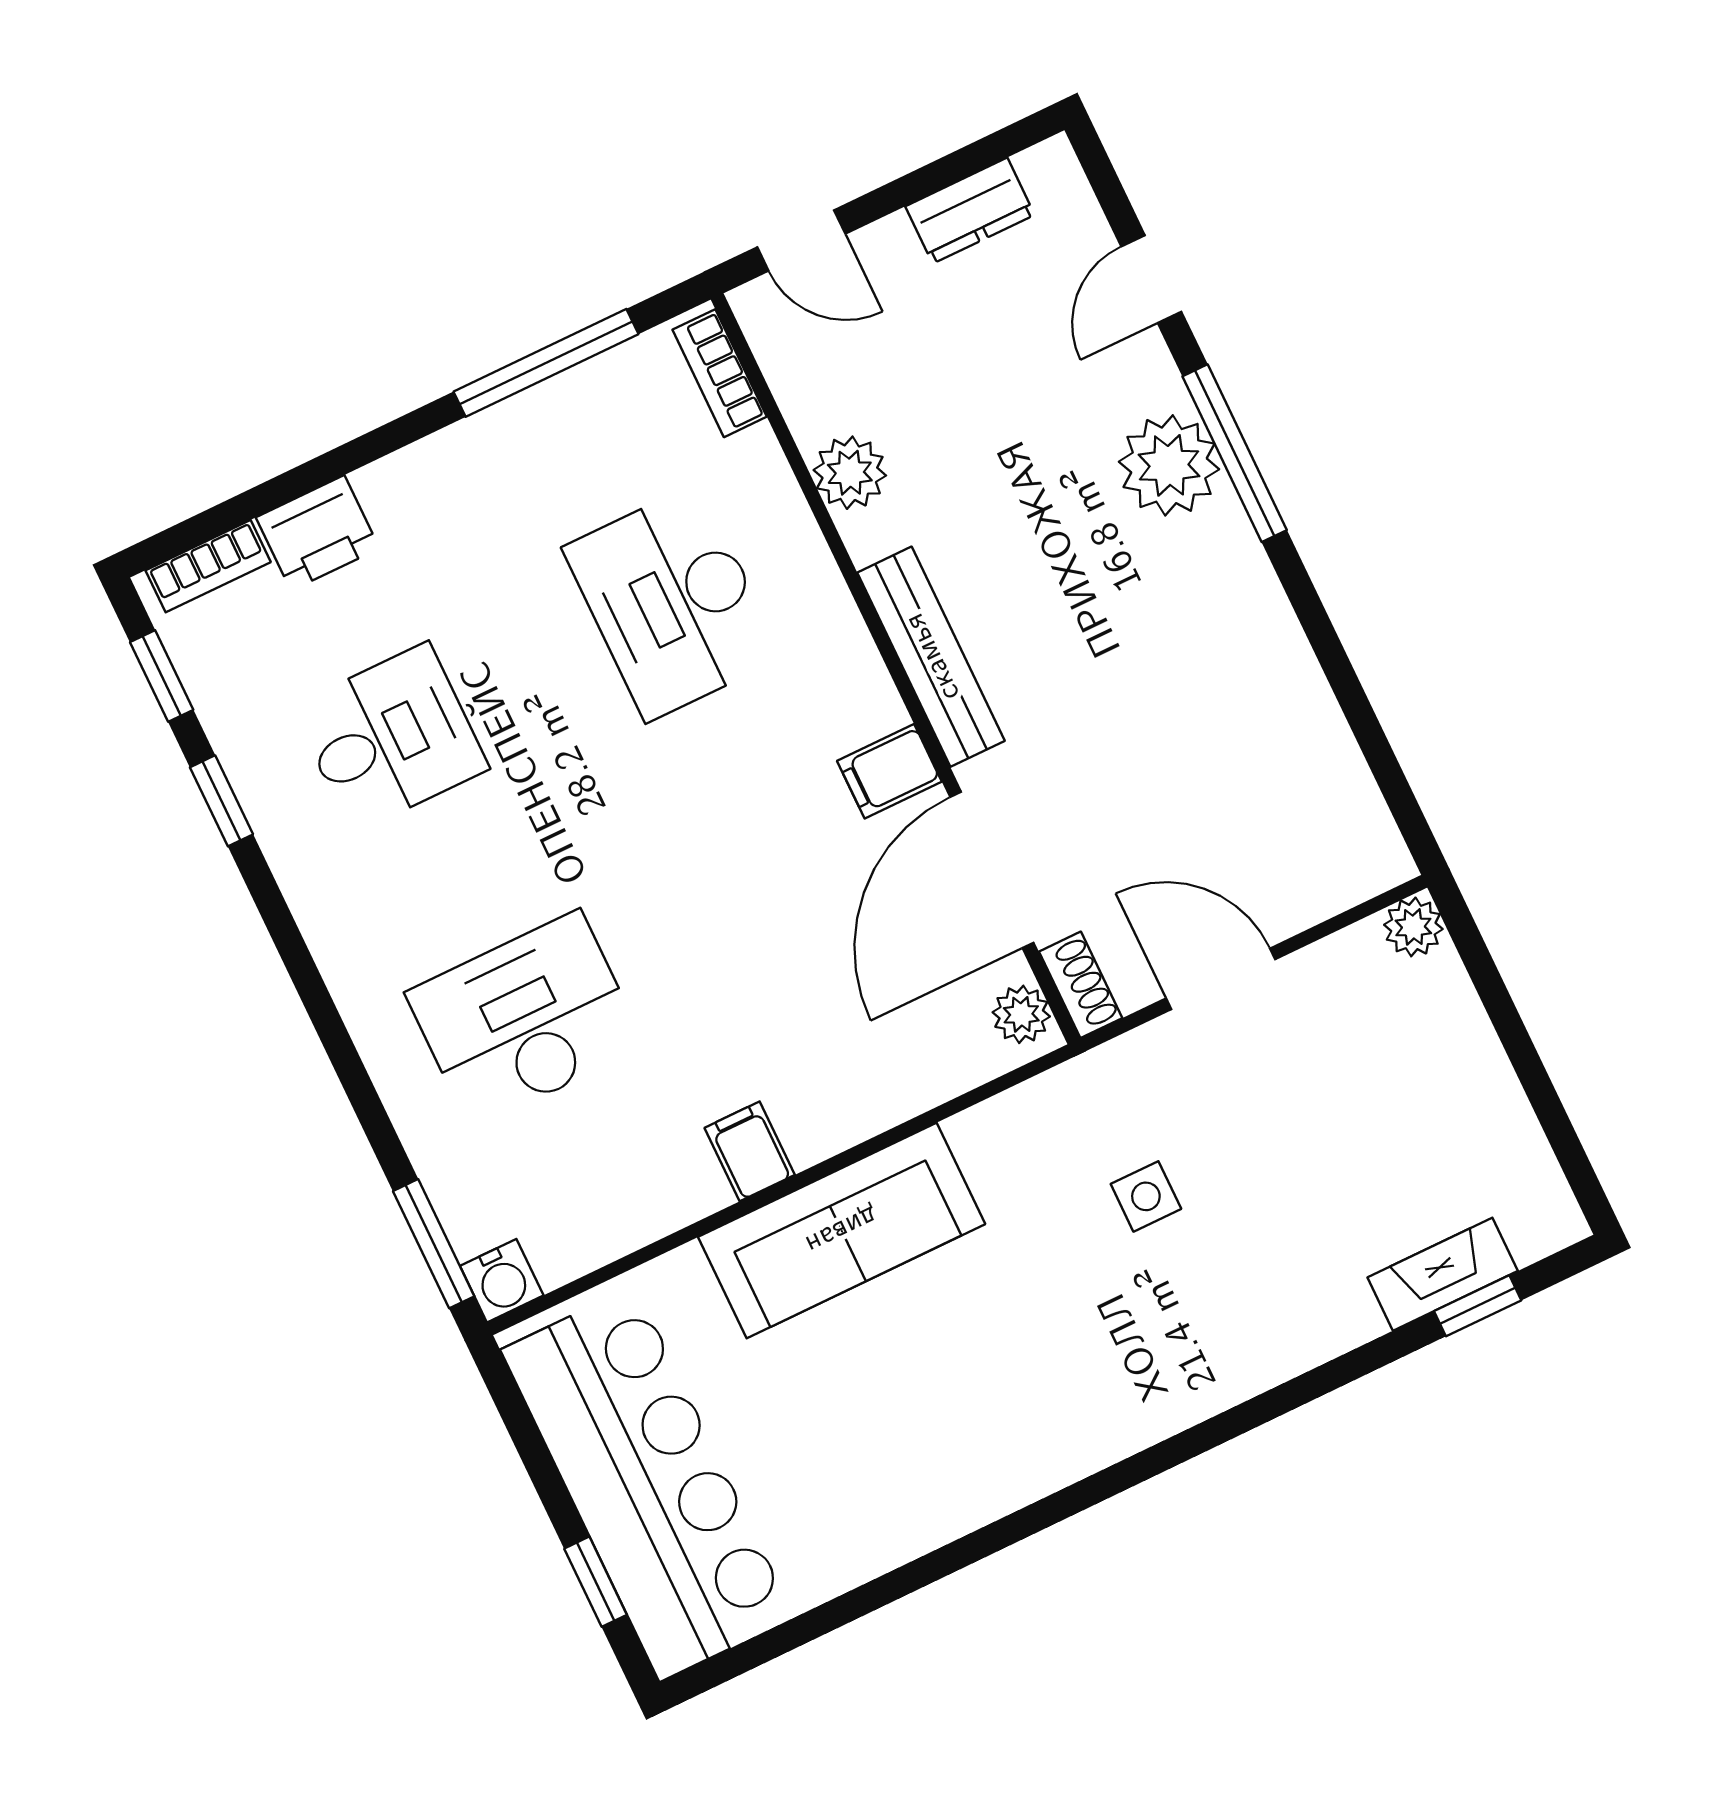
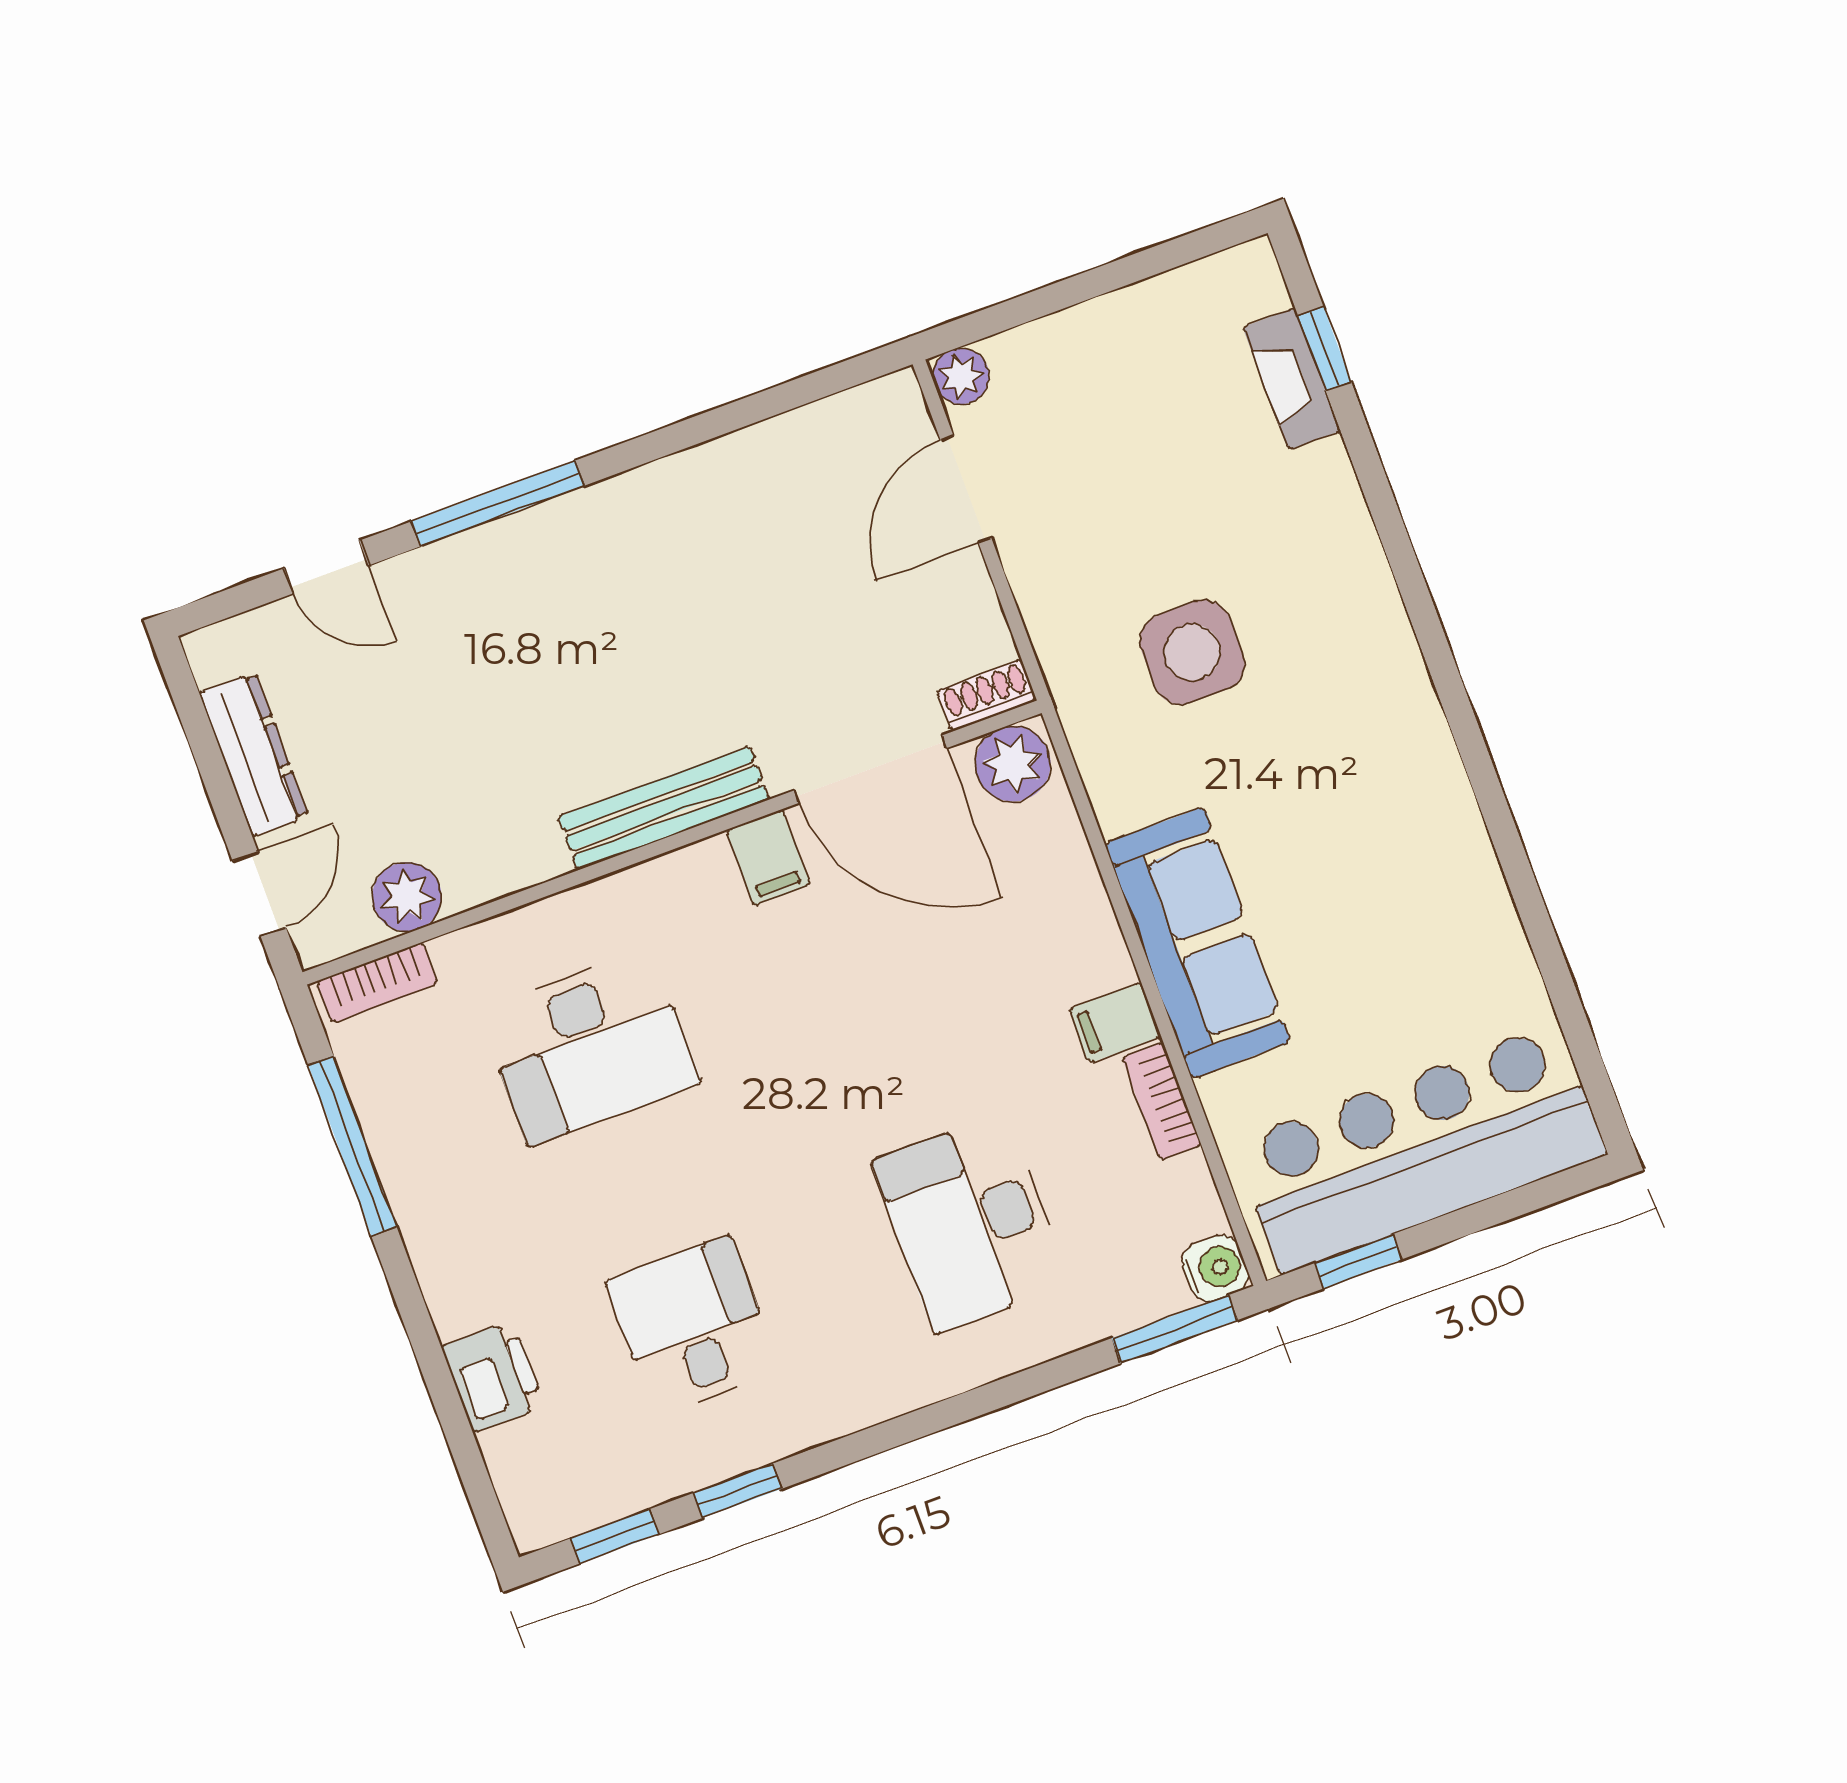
dresser: (970, 211) -> (254, 754), width x1.44
plant: (1169, 465) -> (504, 567), removed
plant: (850, 473) -> (407, 897), moved
bookcase: (208, 566) -> (1162, 1101), moved, turned 180
door: (1221, 979) -> (966, 489), moved
plant: (1021, 1014) -> (1013, 764), width x1.38, depth x1.38
side table: (1146, 1196) -> (1192, 652), width x1.87, depth x1.87
window: (596, 1582) -> (1358, 1261), moved

